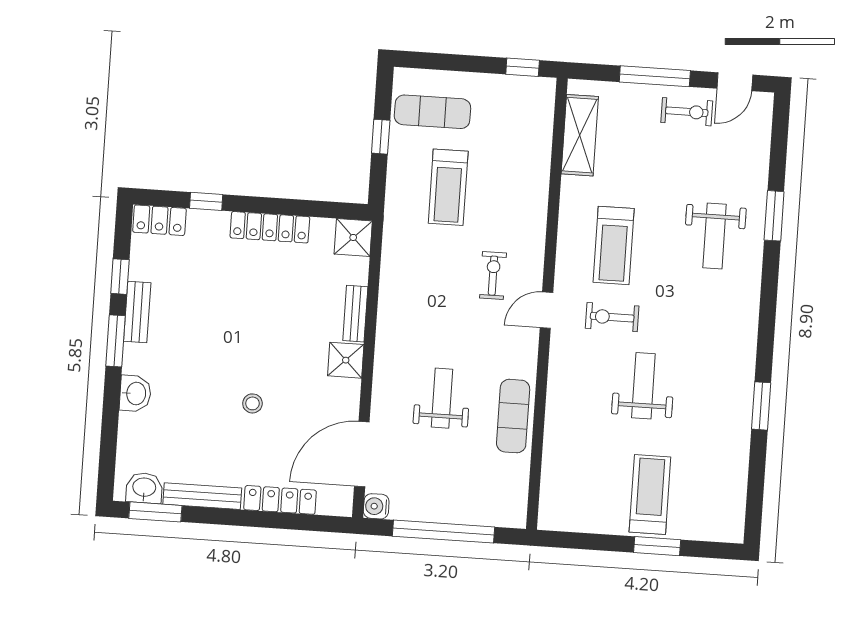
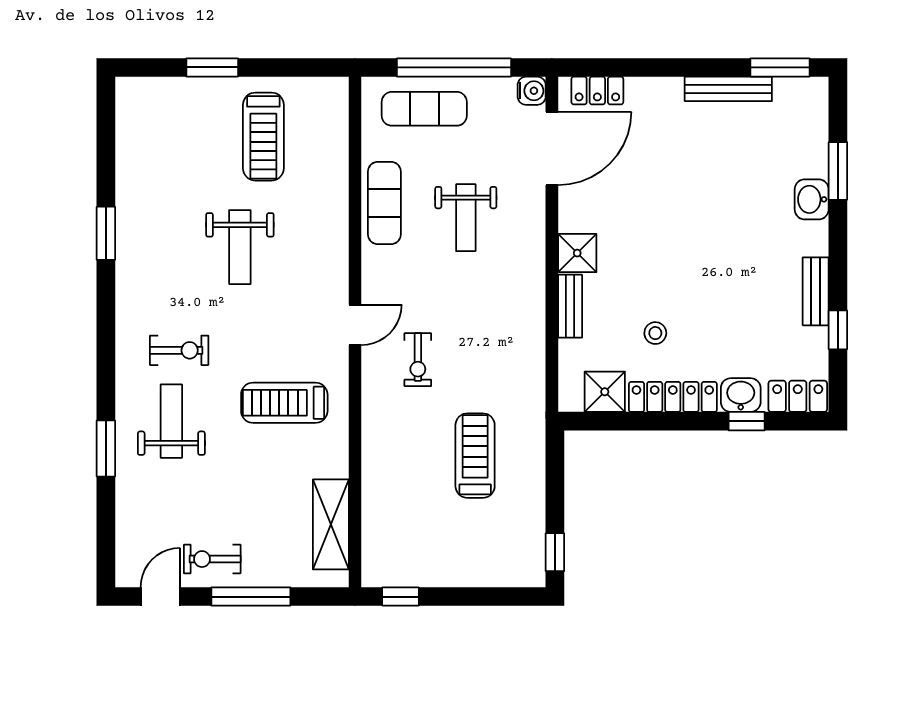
exercise mat: (432, 112) -> (424, 109), moved
window: (381, 137) -> (555, 552), moved
shower: (353, 237) -> (605, 392), moved
treadmill: (614, 245) -> (284, 403), turned -90
exercise bike: (612, 317) -> (179, 350), moved
window: (116, 341) -> (838, 171), moved
stool: (252, 403) -> (655, 333), moved
washbasin: (144, 488) -> (741, 395), moved, turned 180
treadmill: (650, 494) -> (263, 137), moved
locker: (280, 500) -> (597, 91), moved, width x0.66

